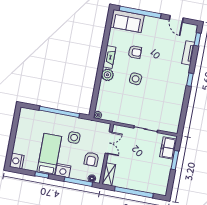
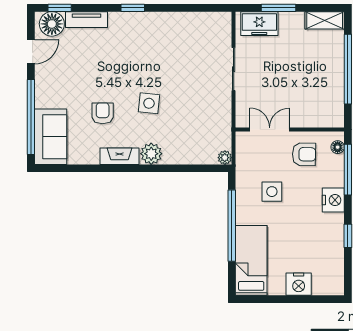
floor lamp: (189, 33) -> (52, 24), added
bed: (49, 154) -> (251, 260), moved, turned 90
nightstand: (17, 161) -> (299, 284), moved
shelving: (109, 174) -> (325, 20), moved

